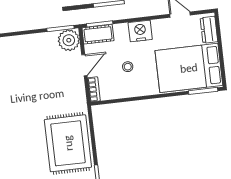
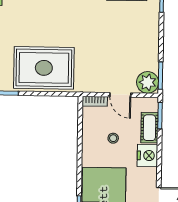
cot: (98, 34) -> (149, 128), moved

